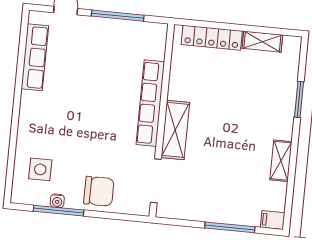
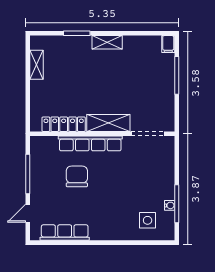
locker: (212, 38) -> (64, 124), moved, turned -90
shelving: (281, 161) -> (107, 42), moved
chair: (99, 191) -> (77, 176), moved

